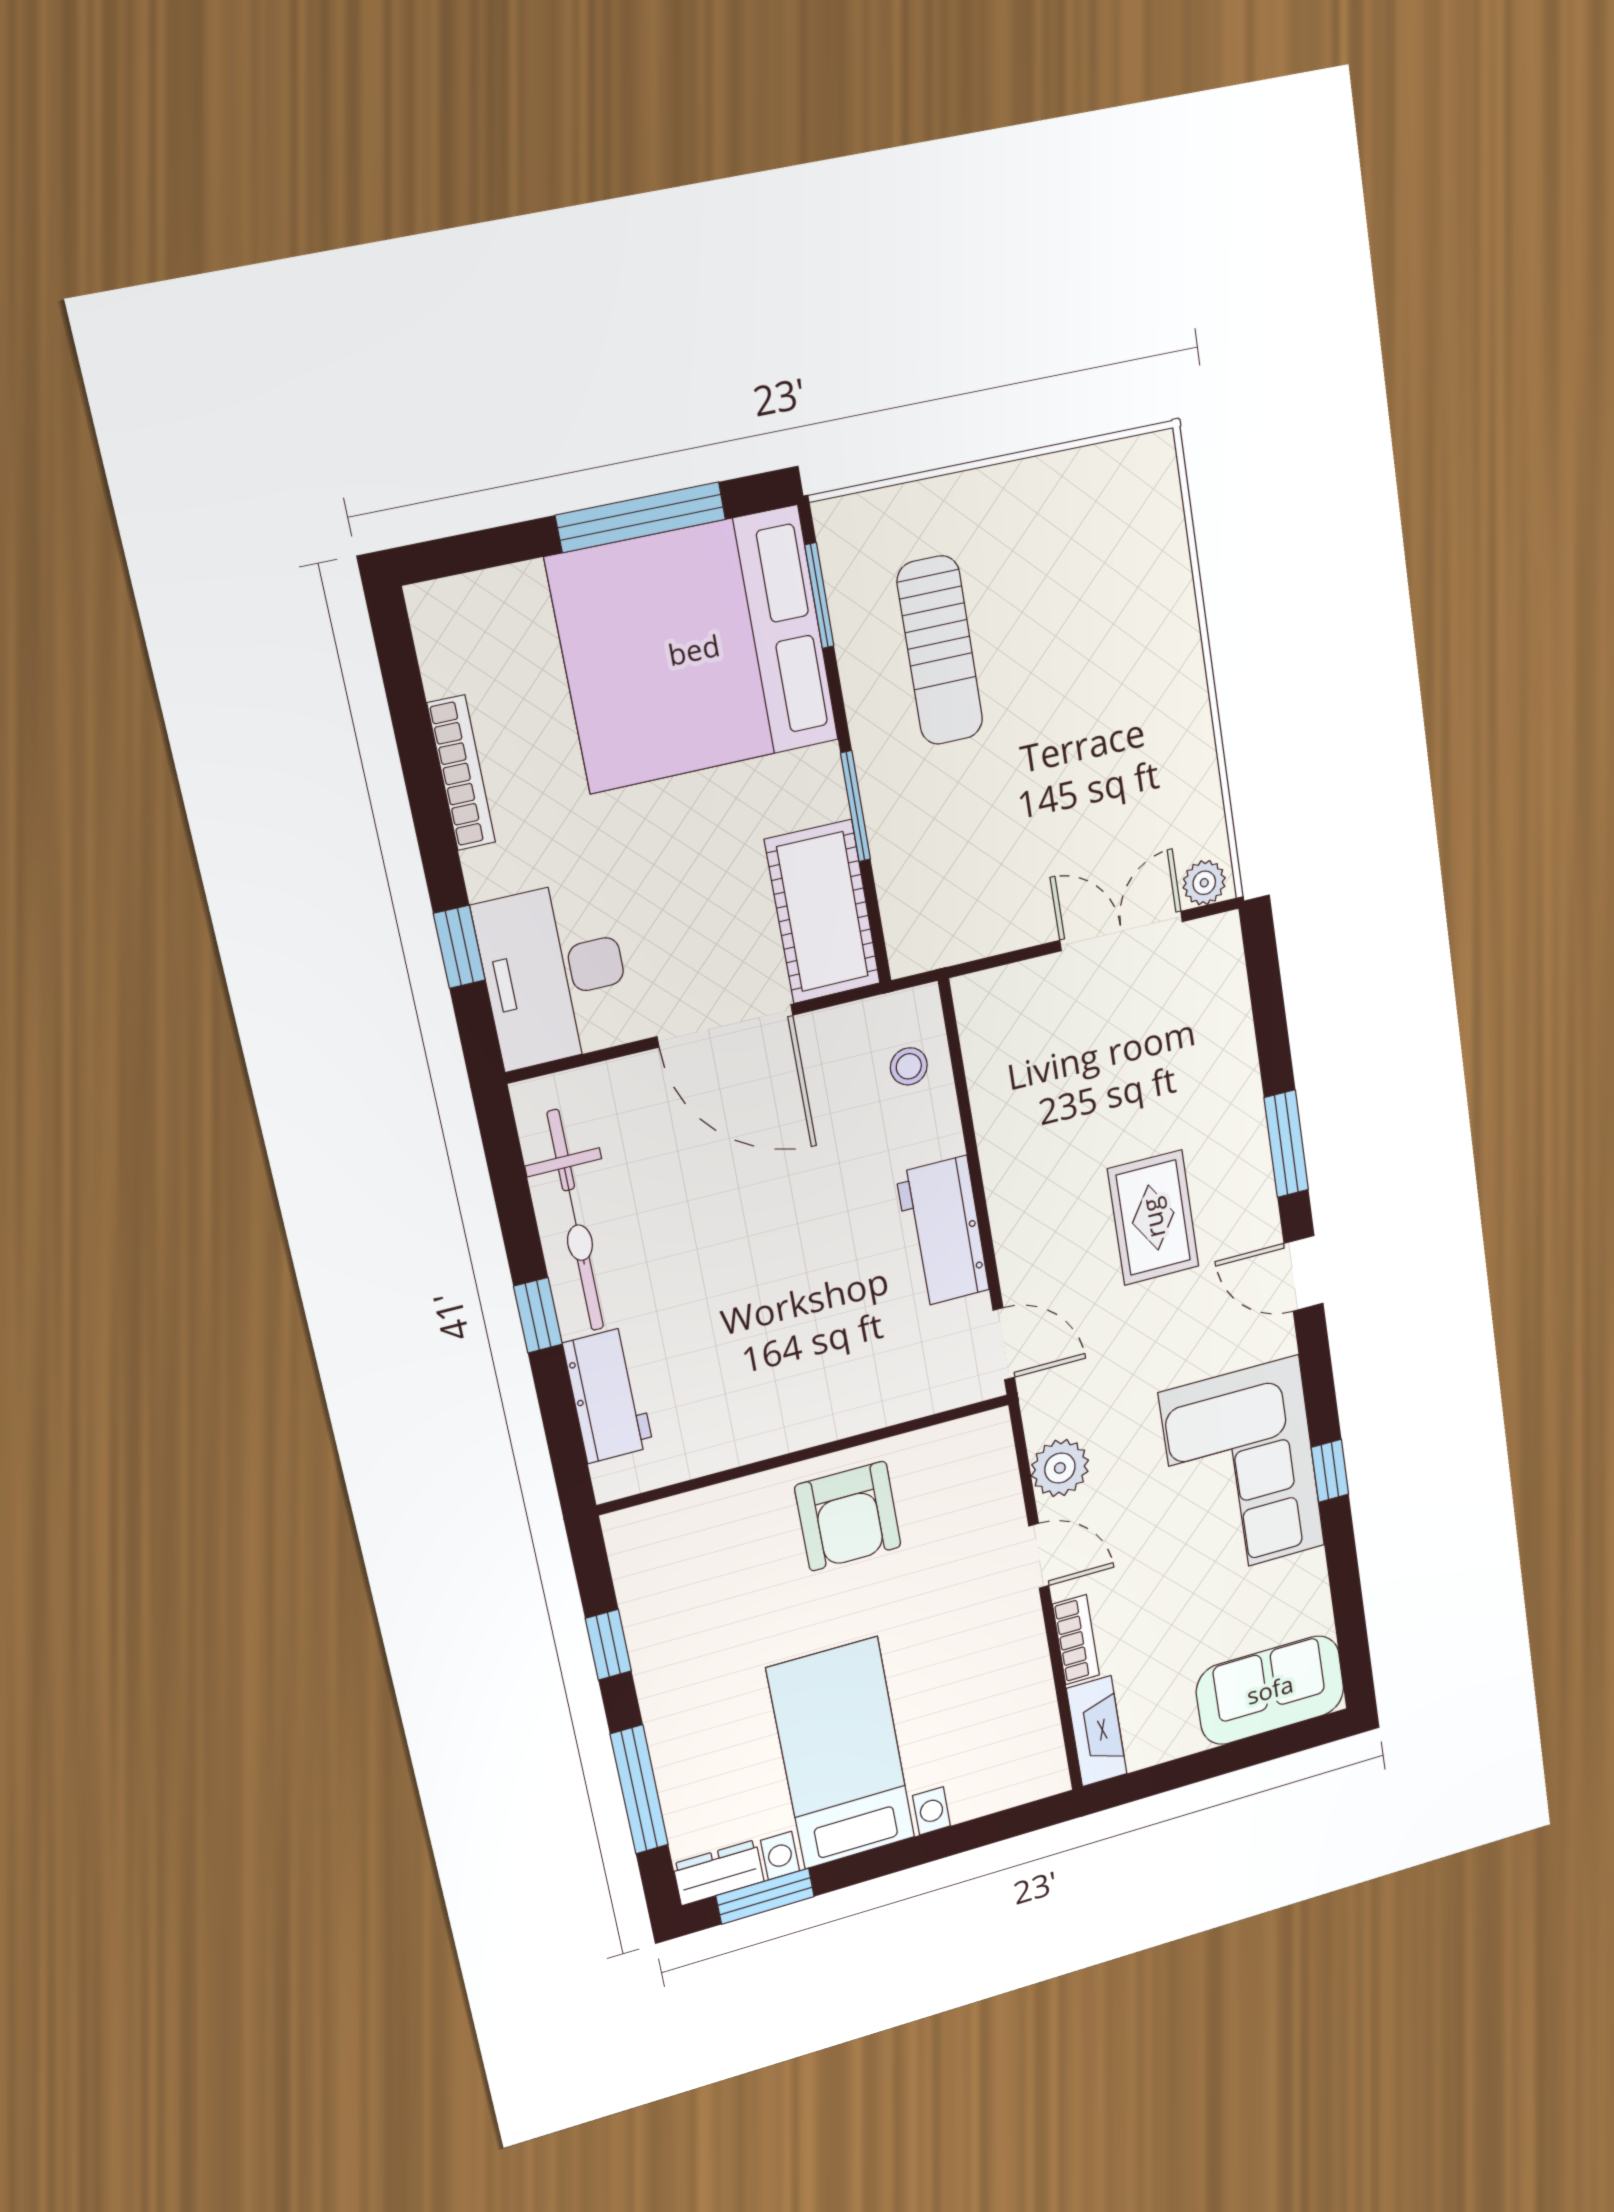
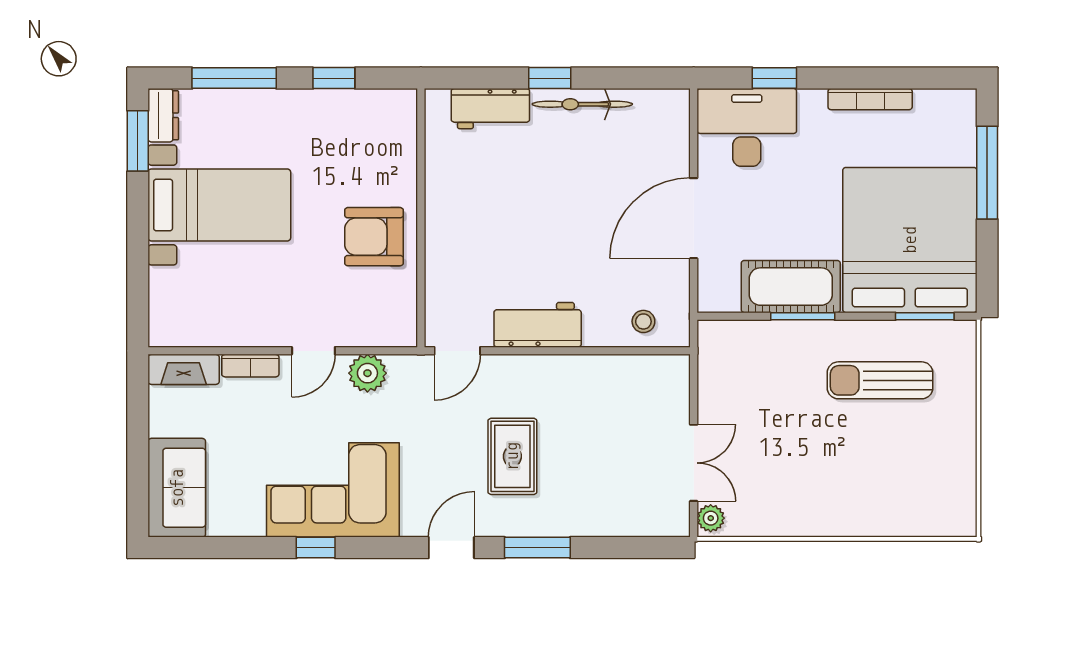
window: (641, 517) -> (987, 173), moved
cot: (823, 912) -> (791, 287), moved
rug: (1153, 1218) -> (512, 456), turned 90
bicycle: (575, 1221) -> (582, 104), width x0.73, depth x0.71

